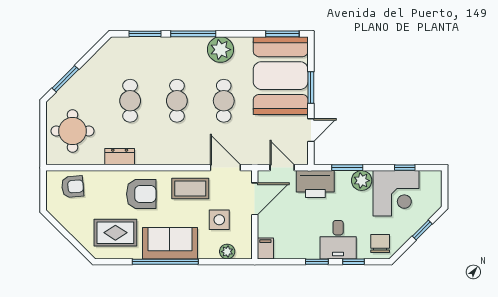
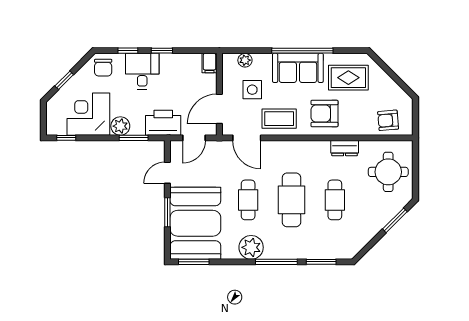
cafe table: (177, 101) -> (291, 200), width x1.37, depth x1.35
door: (282, 168) -> (194, 138), hinge flipped
window: (405, 168) -> (66, 138), moved

